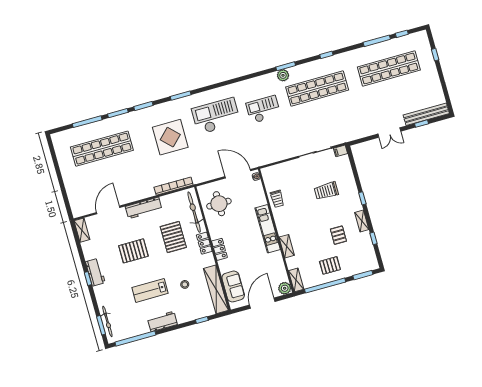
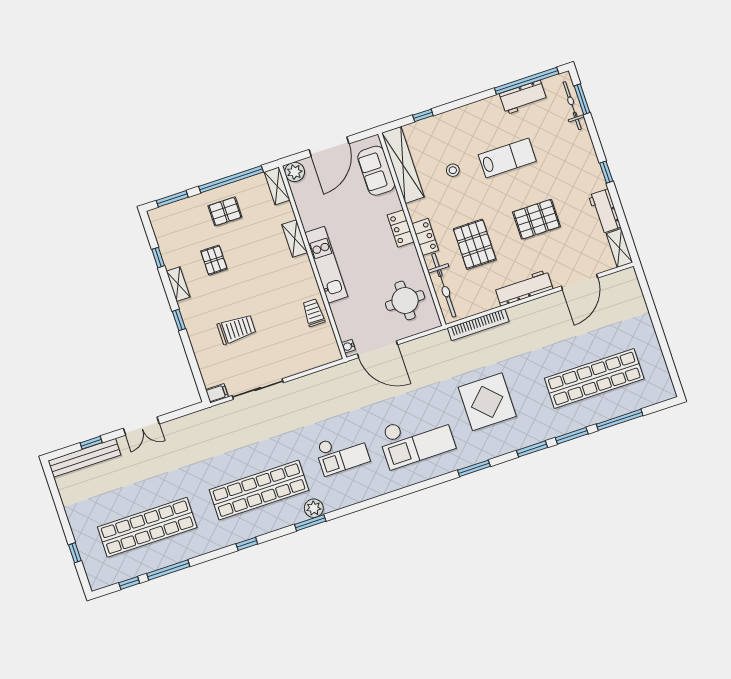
double door: (389, 133) -> (141, 426), swing flipped
workbench: (95, 272) -> (605, 211), moved
workbench: (162, 321) -> (523, 97), moved

